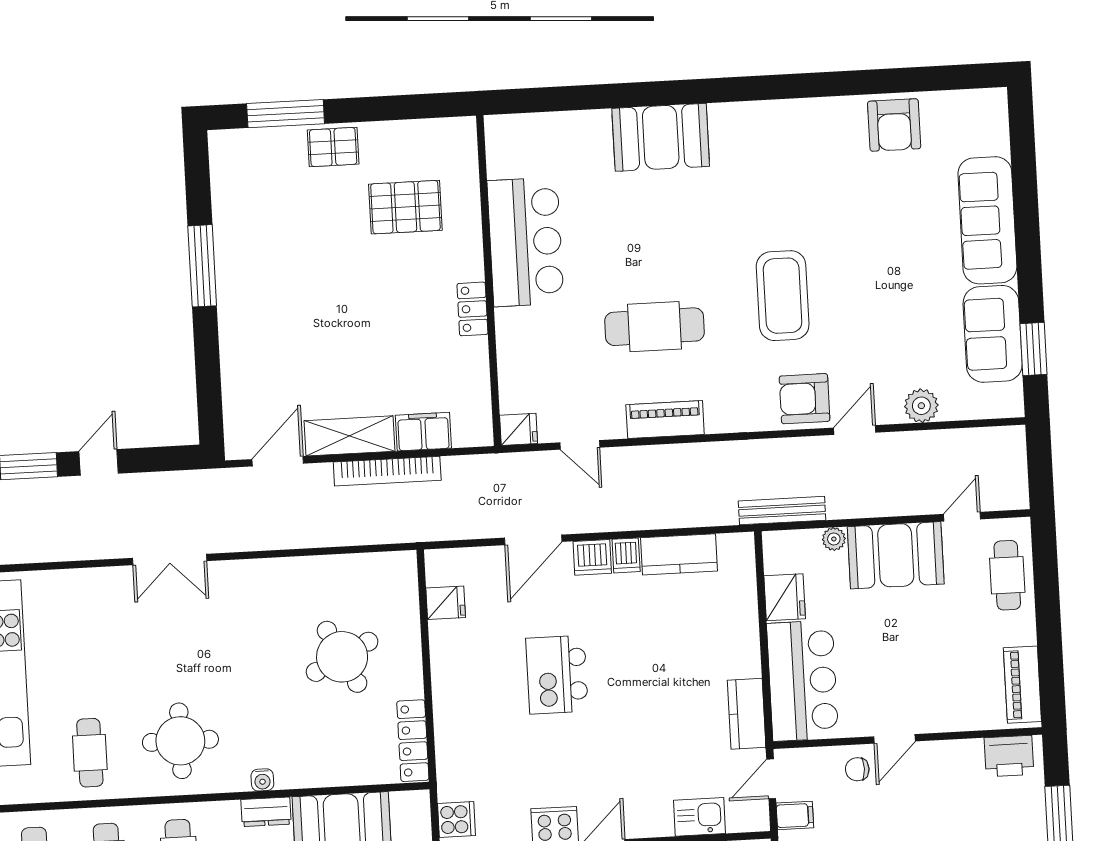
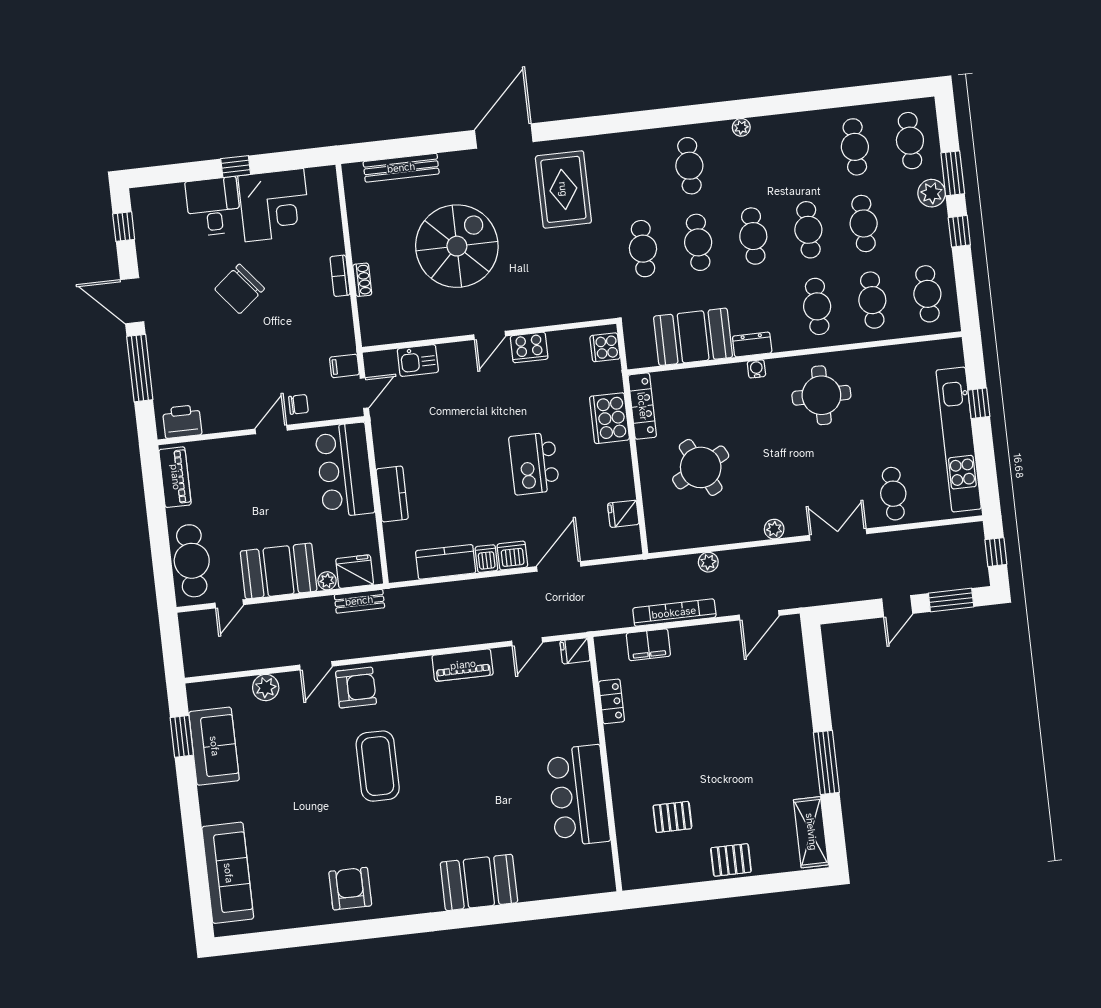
window: (286, 114) -> (769, 884), removed
armchair: (894, 125) -> (350, 889), moved
pallet: (405, 207) -> (672, 817), width x0.67, depth x0.71
sofa: (987, 220) -> (228, 873), moved
locker: (472, 309) -> (612, 701), moved
cafe table: (654, 327) -> (475, 736), removed
shelving: (349, 436) -> (811, 832), moved, turned 90
door: (580, 445) -> (527, 642), swing flipped
bench: (782, 511) -> (359, 601), width x0.73
plant: (340, 534) -> (708, 562), added
plant: (252, 571) -> (774, 529), added
cafe table: (1007, 575) -> (192, 561), width x1.37, depth x1.35
fridge: (785, 597) -> (355, 572), moved, turned 90
kitchen island: (557, 675) -> (534, 463), turned 180
kitchen counter: (747, 714) -> (392, 494), moved
cooker: (456, 728) -> (609, 418), added
cafe table: (90, 753) -> (893, 494), moved

